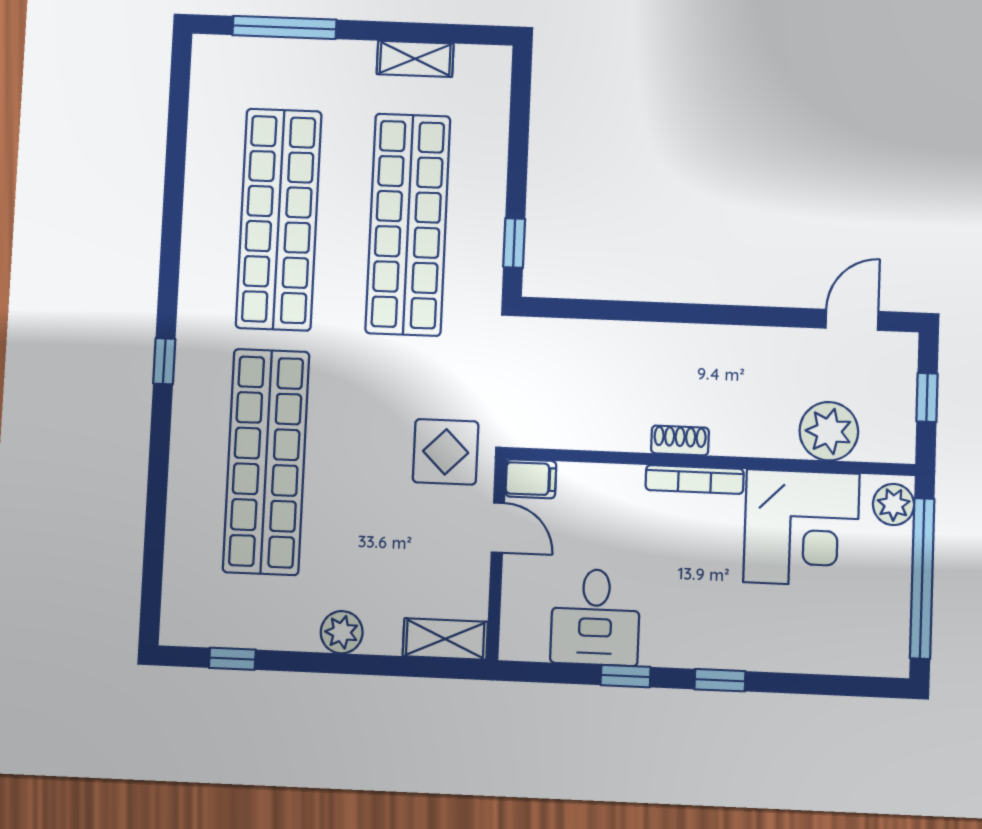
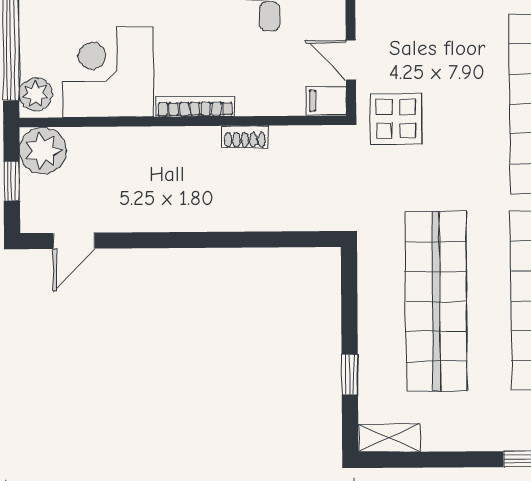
shelving: (415, 59) -> (389, 438), moved
window: (514, 243) -> (350, 375), moved
plant: (829, 431) -> (43, 151), moved
shoe rack: (680, 440) -> (245, 137), moved

